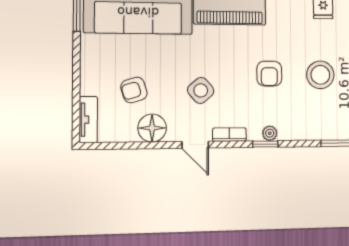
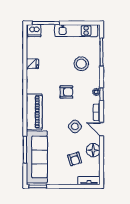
stool: (320, 75) -> (81, 64), moved
door: (195, 145) -> (102, 129), swing flipped

